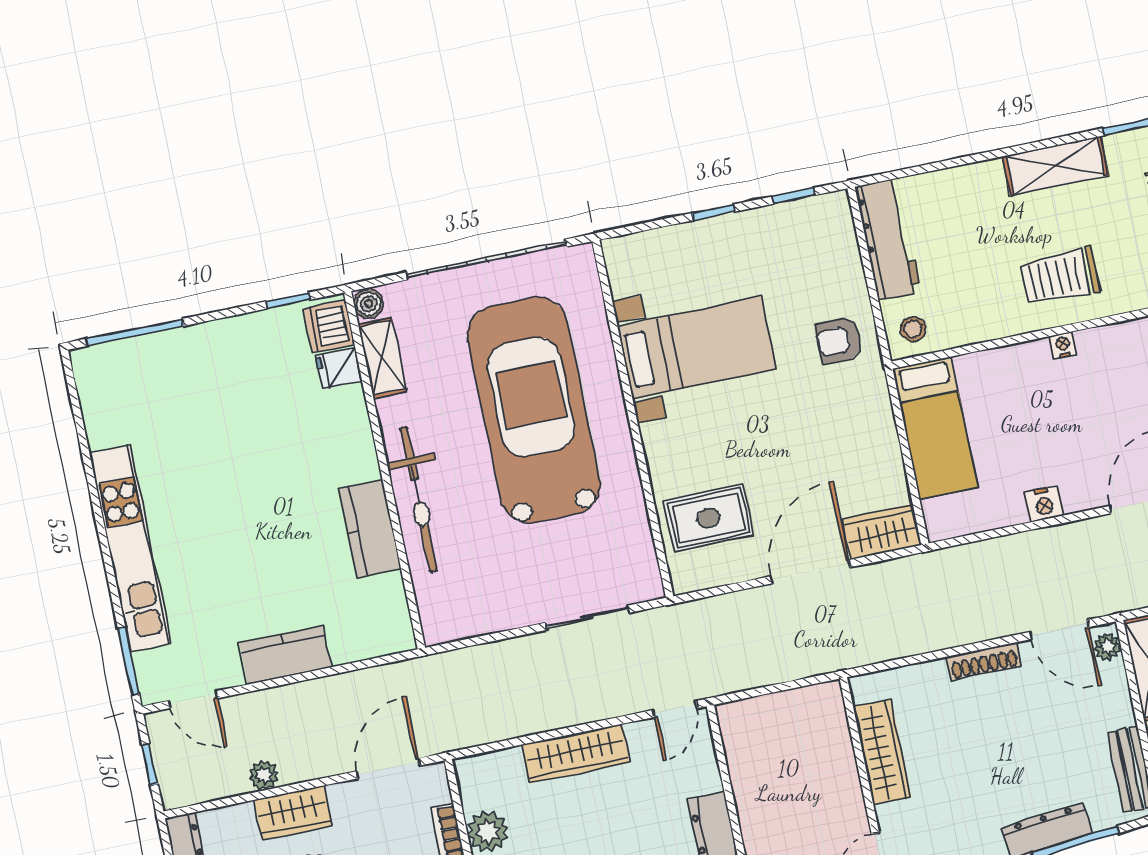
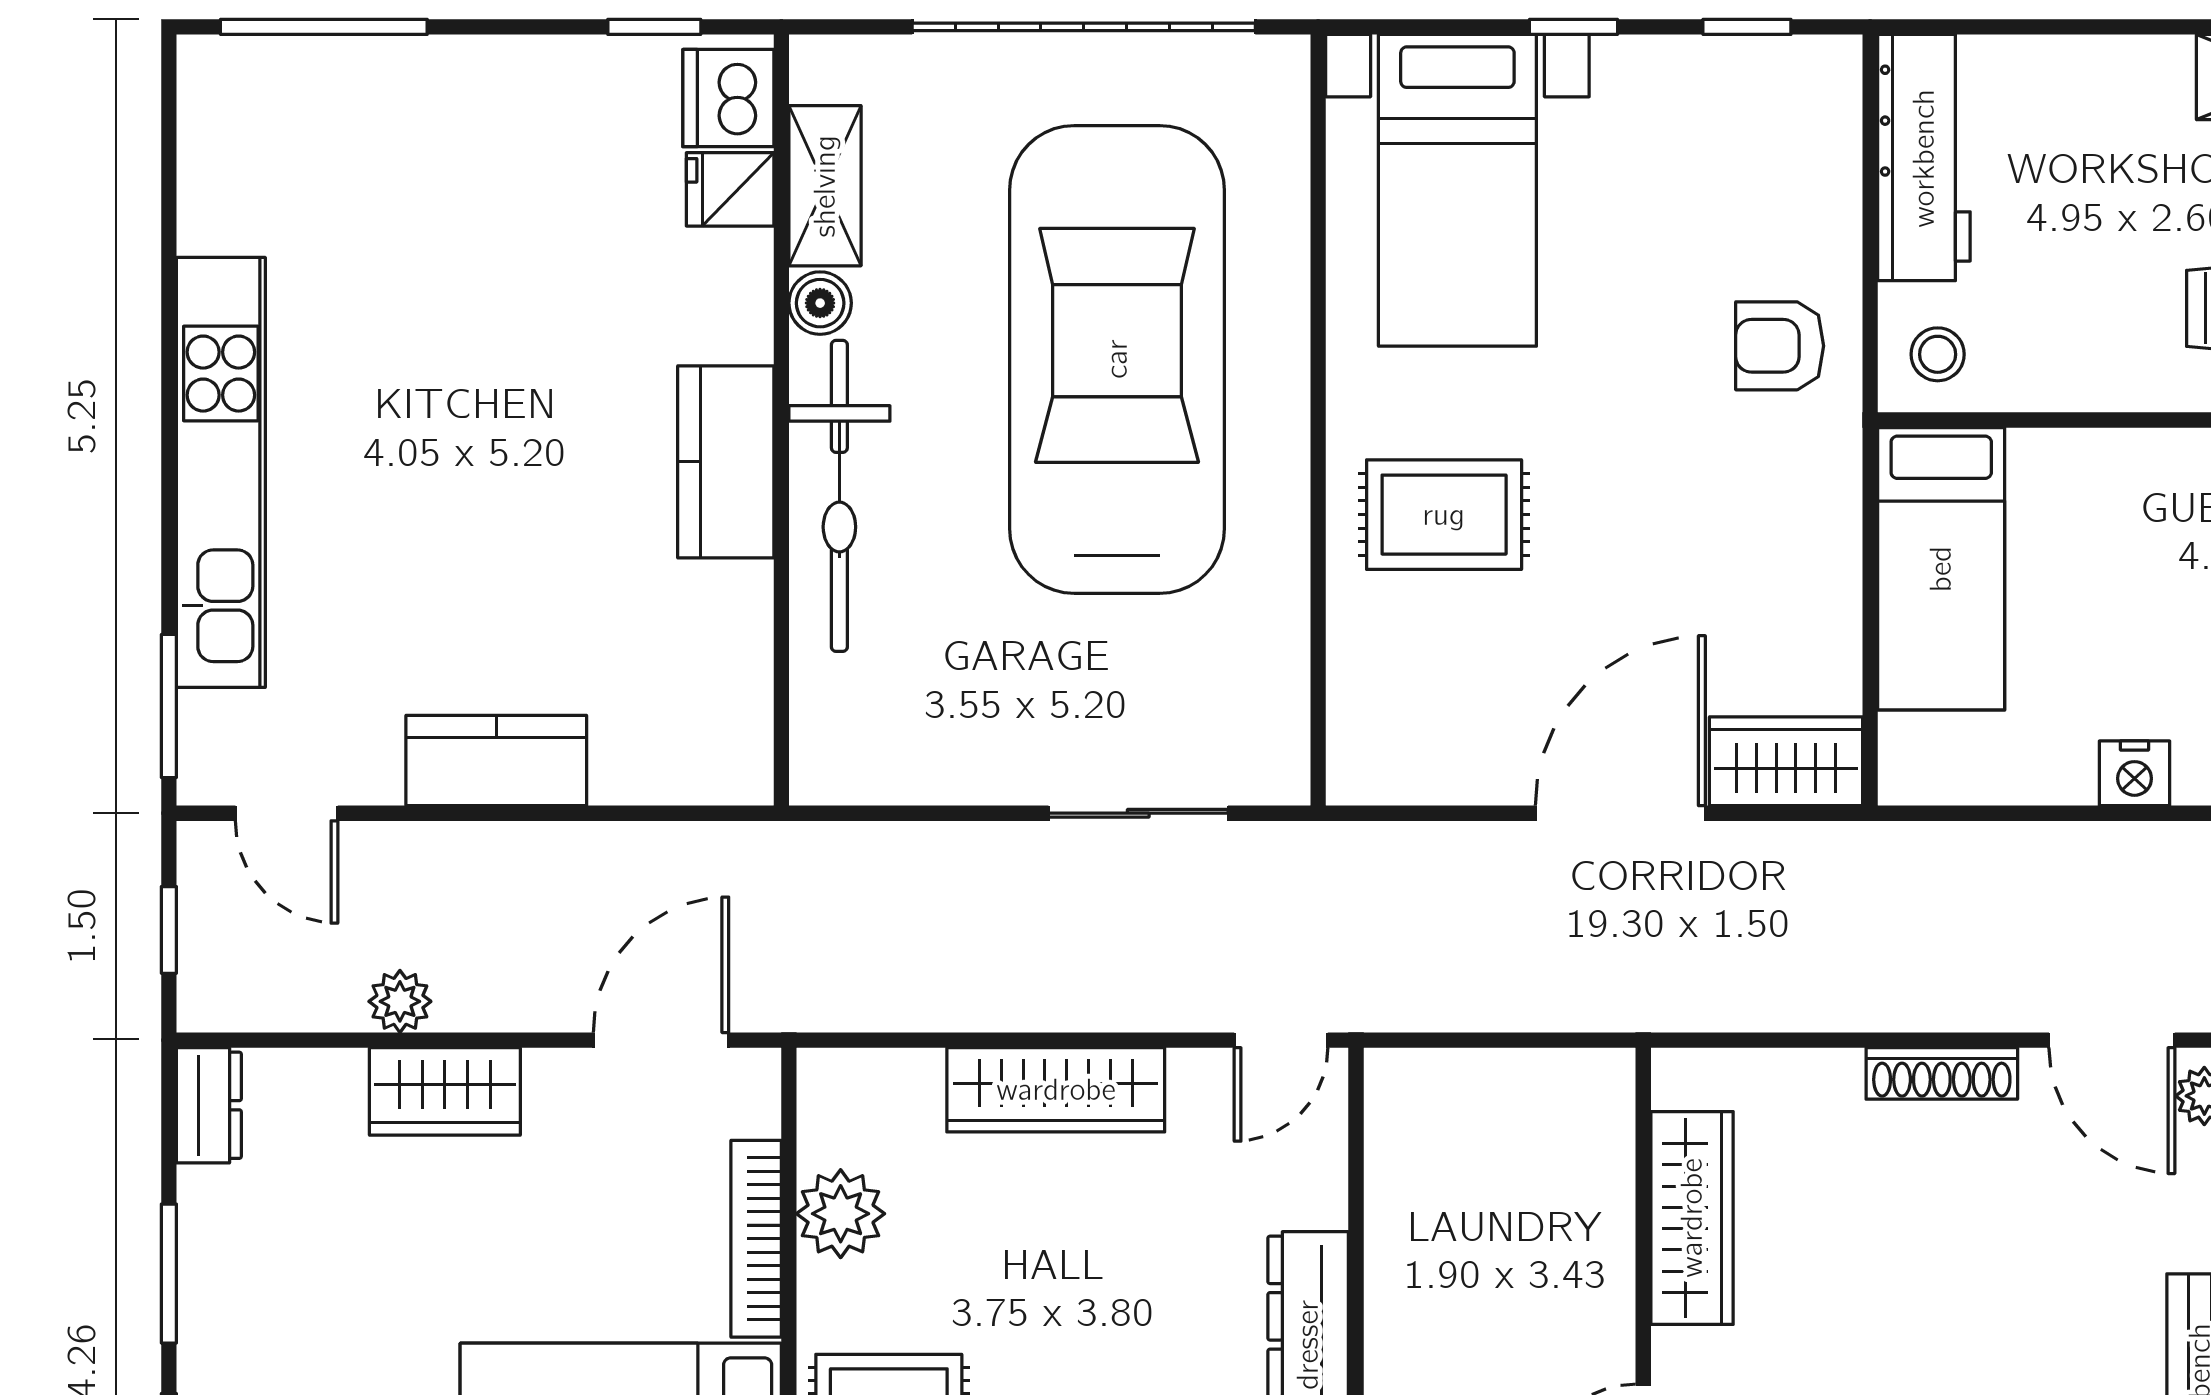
boiler: (369, 304) -> (820, 303), moved
bed with nightstands: (697, 348) -> (1457, 190), moved, turned 90
rug: (709, 518) -> (1444, 515), moved
kitchen counter: (370, 529) -> (726, 462), moved

